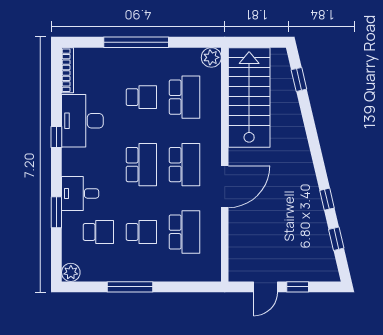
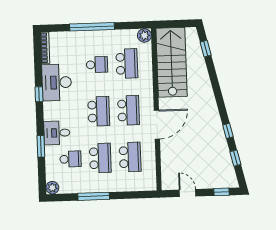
school desk: (141, 232) -> (100, 158), width x1.85
door: (265, 287) -> (187, 193), swing flipped
window: (298, 287) -> (221, 192), moved

